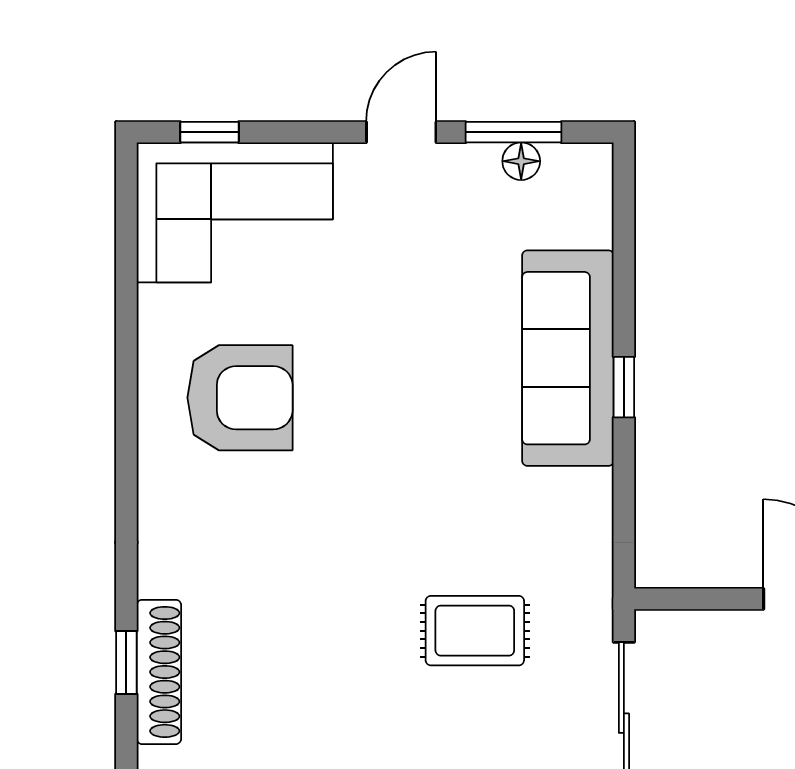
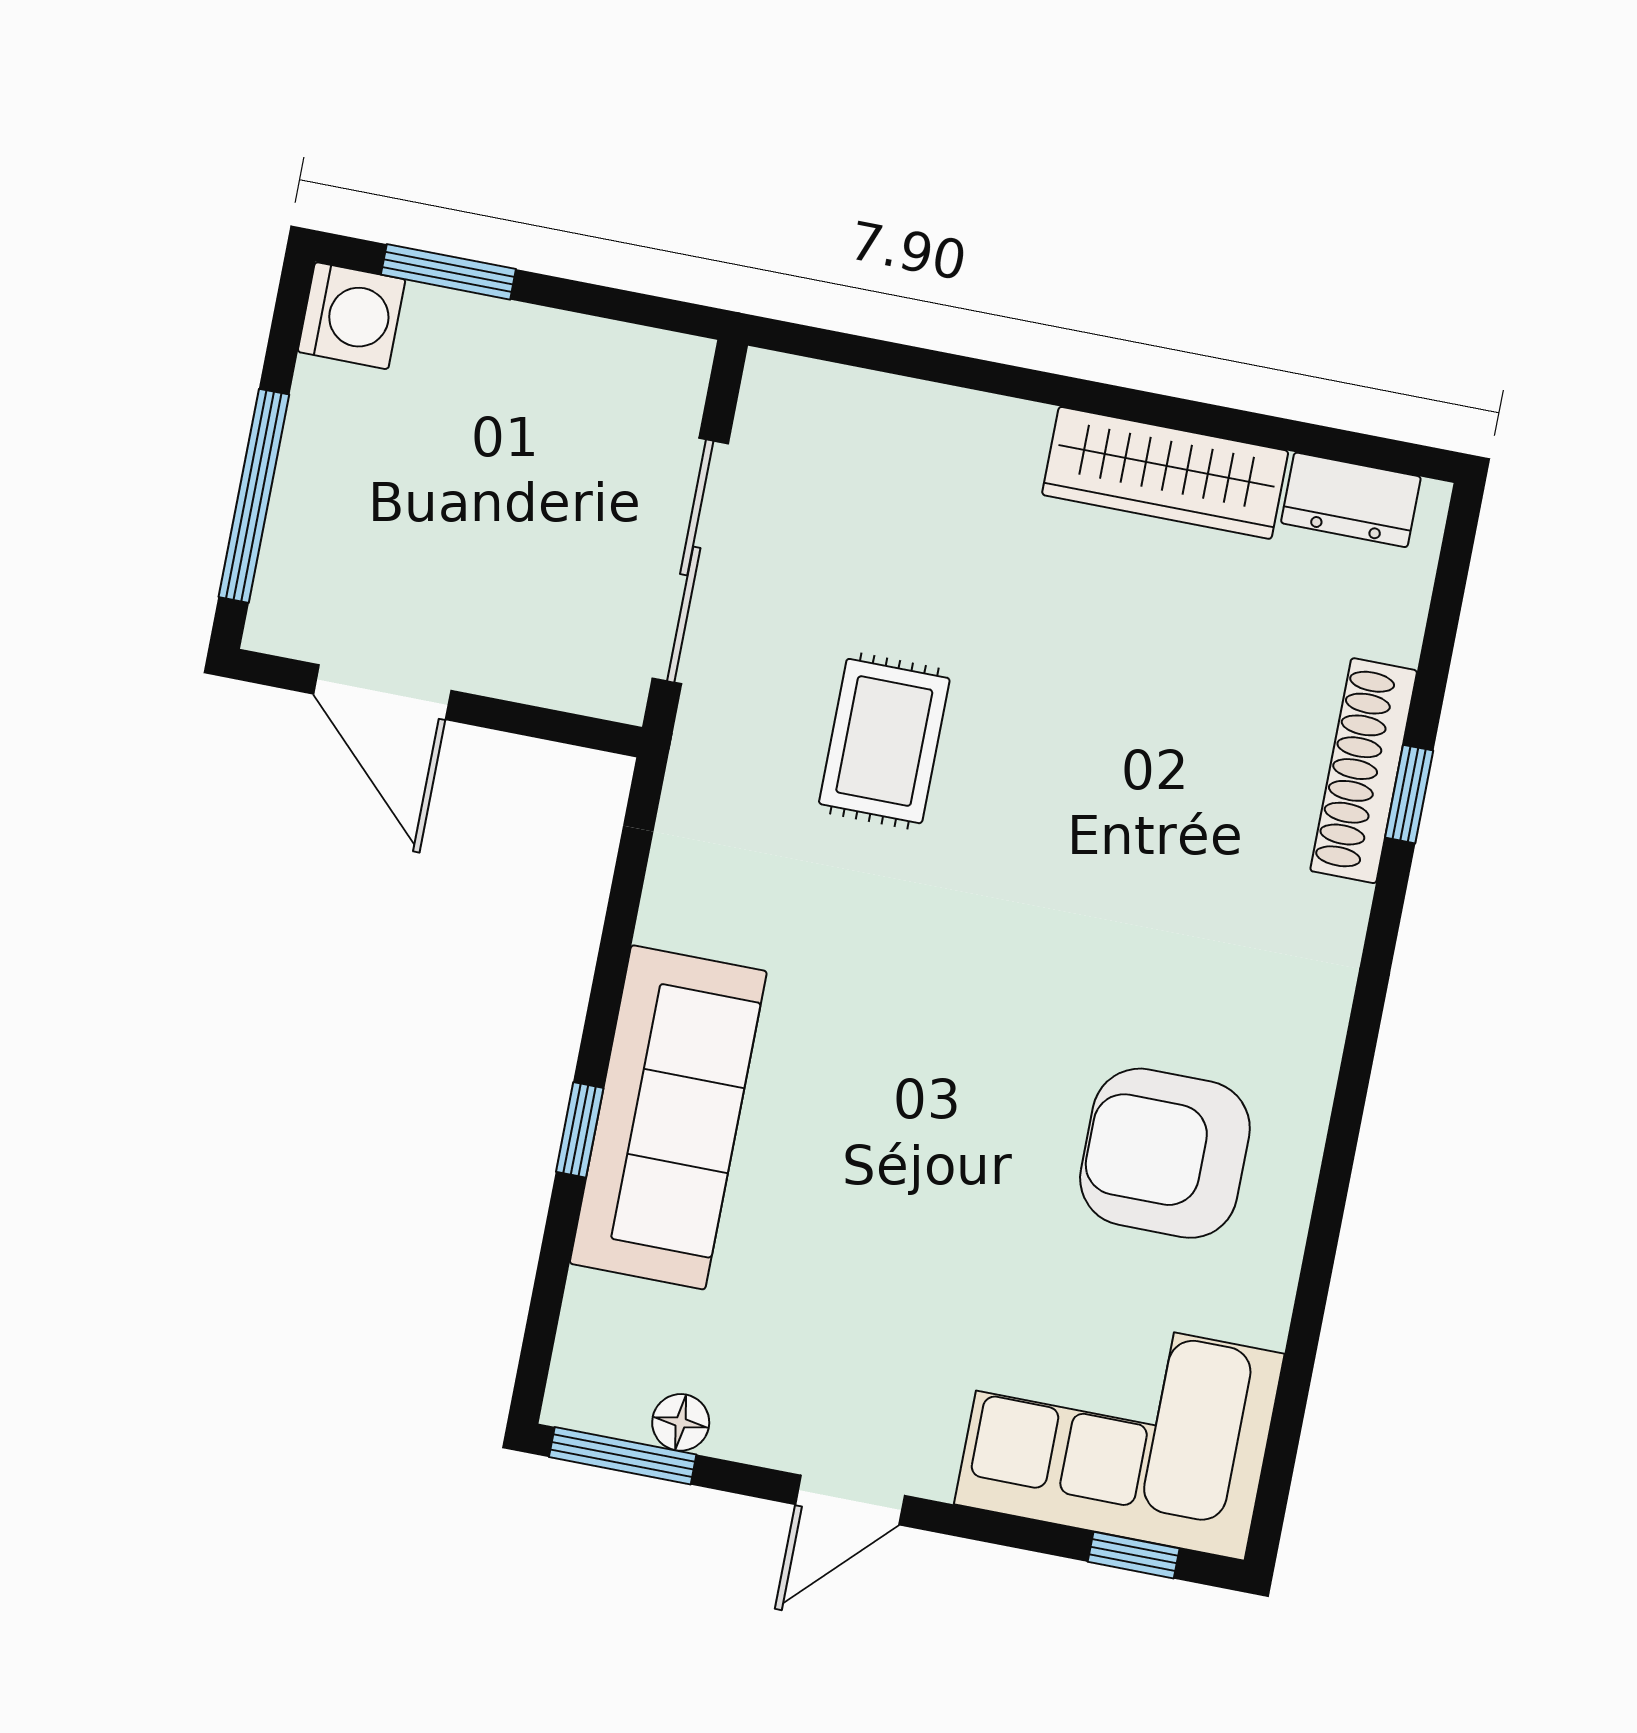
window: (513, 132) -> (623, 1456), moved
window: (624, 387) -> (580, 1130), moved
rug: (475, 631) -> (884, 741), turned 90

